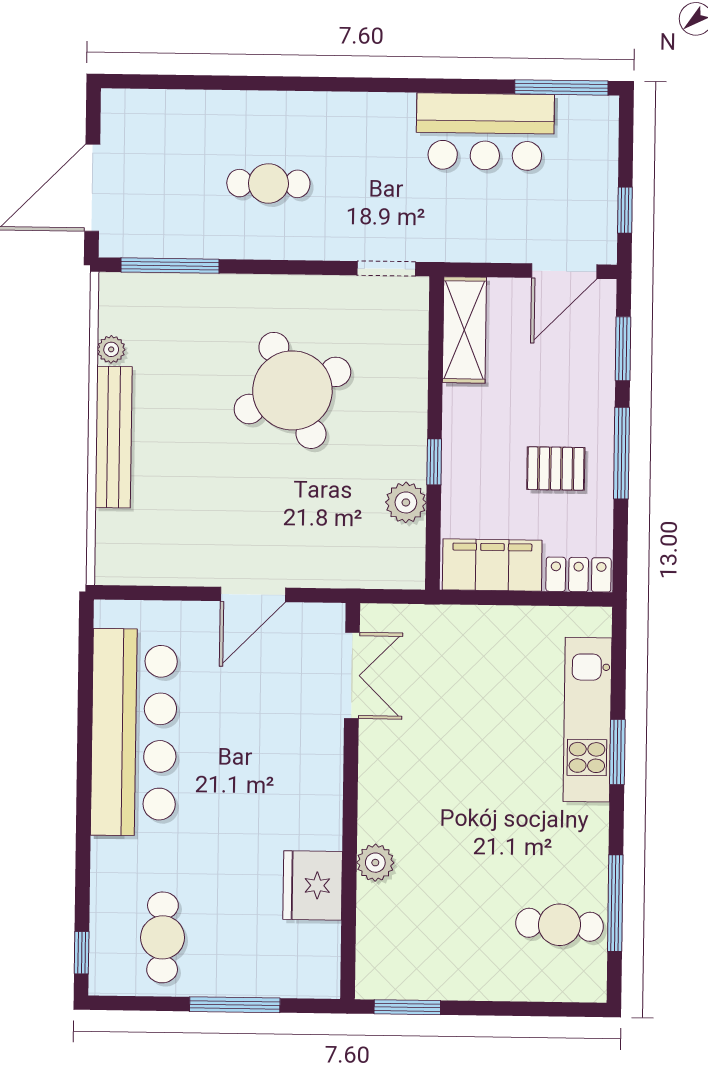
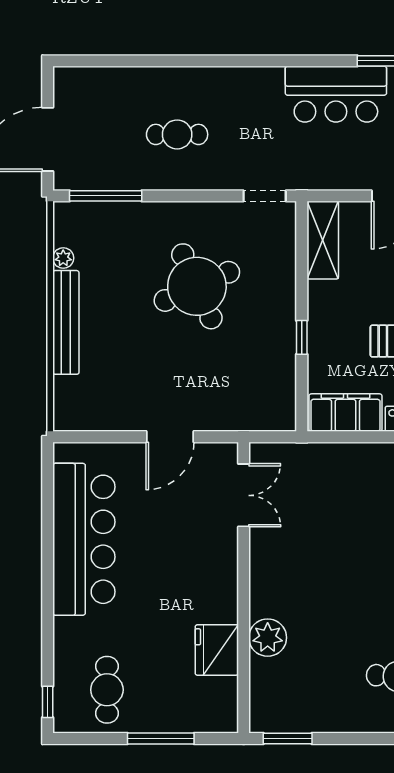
plant: (406, 502) -> (281, 368), removed
plant: (375, 863) -> (268, 638), width x1.36, depth x1.36

